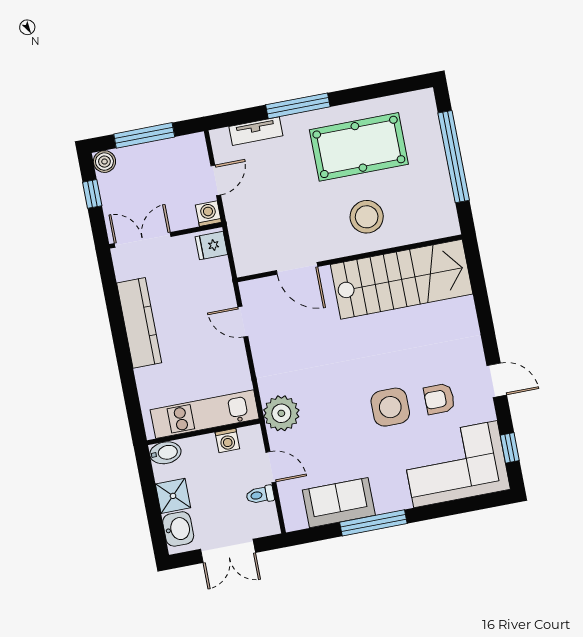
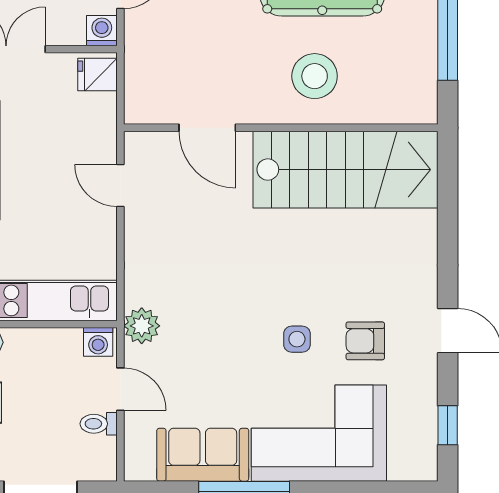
side table: (390, 407) -> (297, 339), width x0.54, depth x0.54
plant: (281, 413) -> (142, 326), width x0.73, depth x0.73
washing machine: (227, 440) -> (98, 342), moved
corner sofa: (455, 464) -> (319, 433), moved

